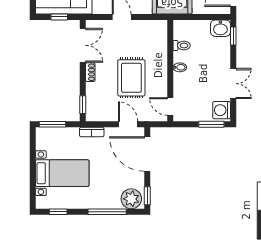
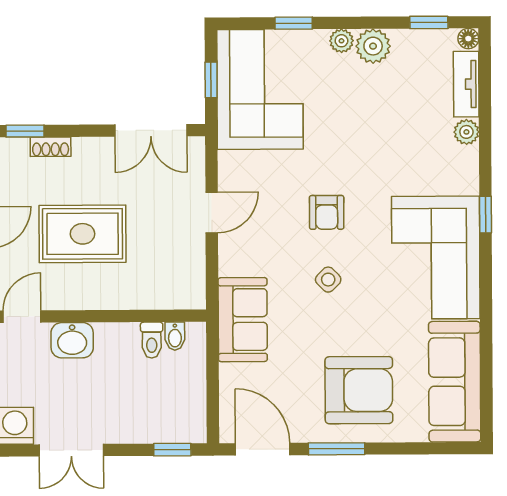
washbasin: (220, 28) -> (72, 340), moved, turned -90
bidet: (180, 67) -> (175, 336), moved
shoe rack: (90, 72) -> (51, 147), moved

